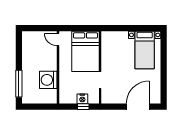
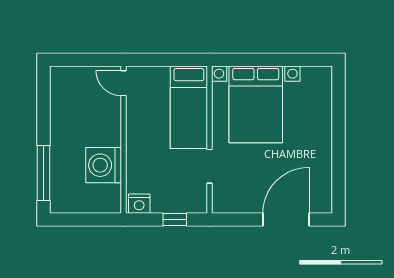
bed with nightstands: (145, 50) -> (256, 104), moved, width x1.36
bed: (86, 51) -> (189, 107), width x0.67
nightstand: (82, 99) -> (139, 204), moved

